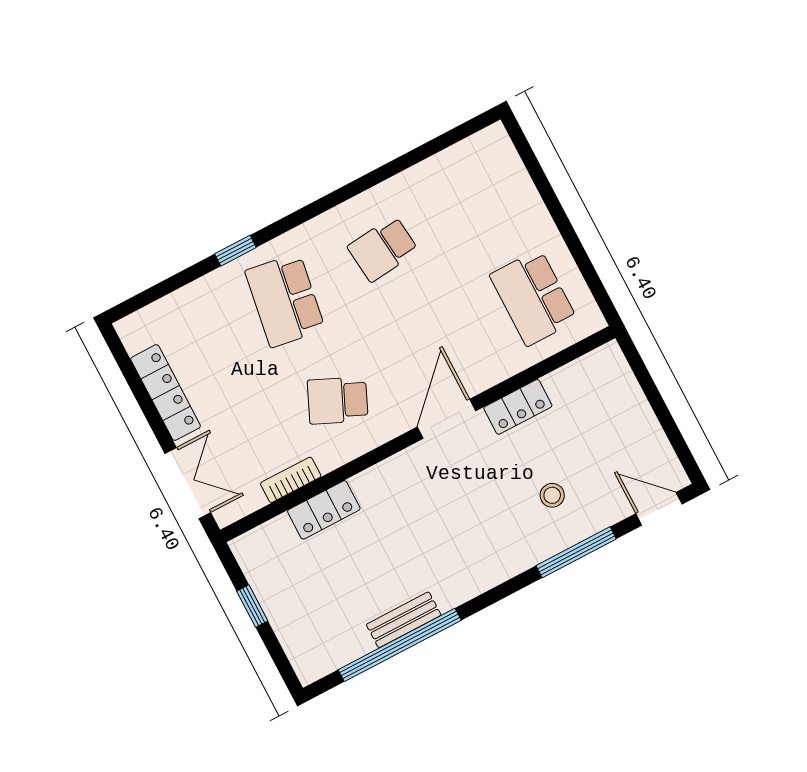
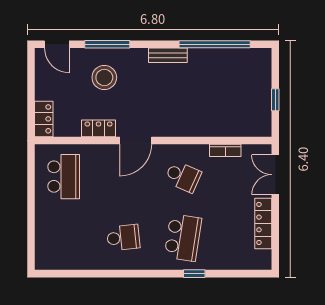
stool: (552, 495) -> (104, 77), width x1.89, depth x1.89
locker: (324, 510) -> (44, 119), moved, turned 90
bench: (404, 620) -> (168, 55), moved

